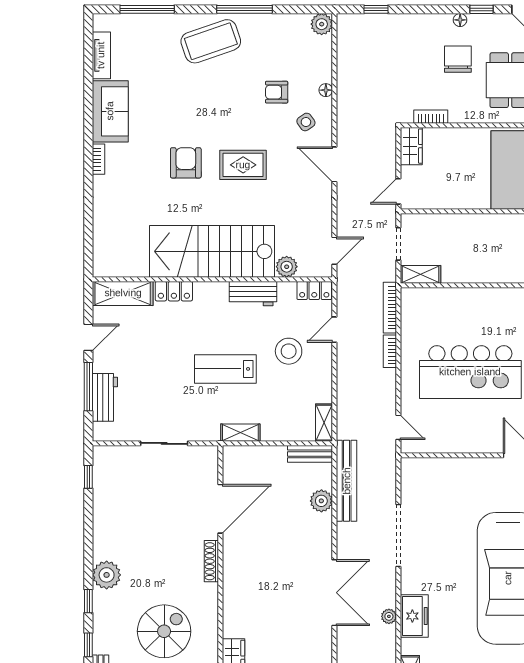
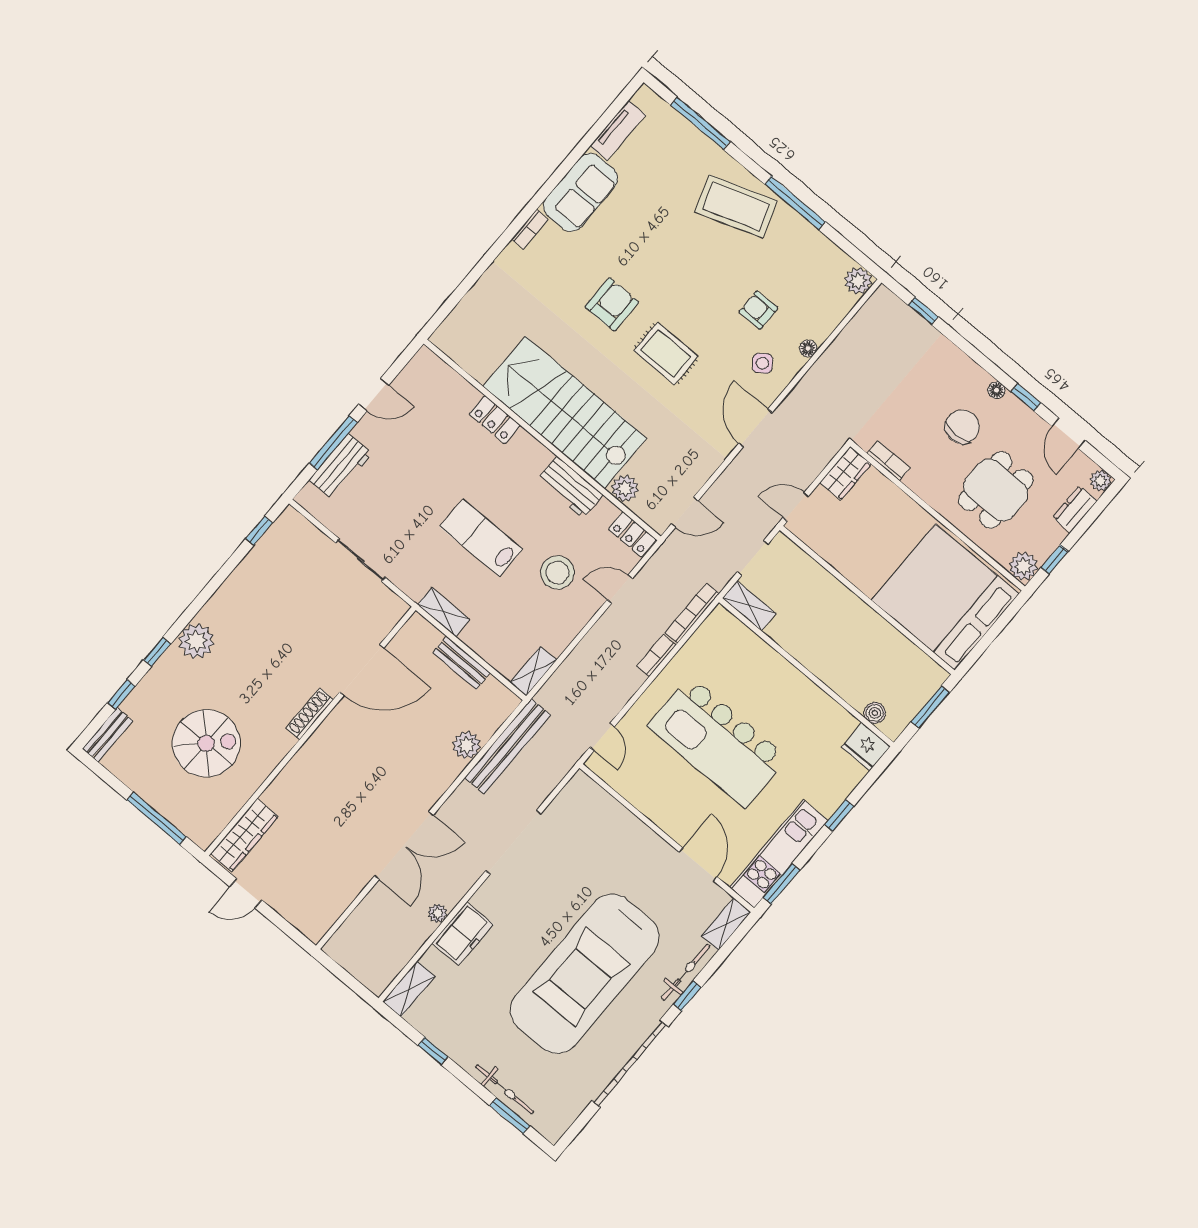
shelving: (123, 293) -> (443, 380), removed
bench: (310, 454) -> (462, 663), moved

